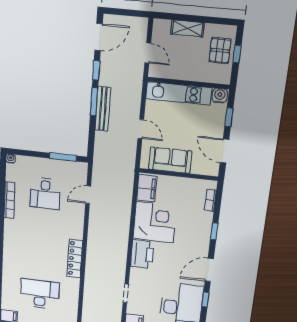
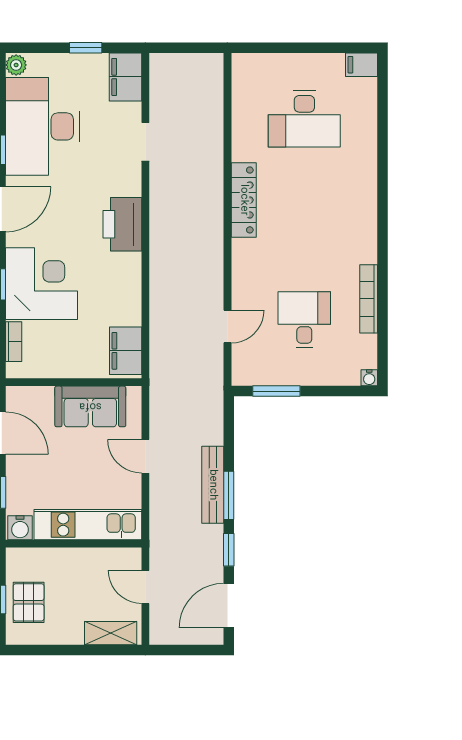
shelving: (187, 28) -> (111, 633), moved
corner desk: (155, 222) -> (42, 284), moved, turned 180

